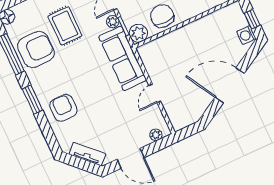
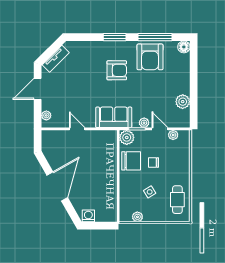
window: (252, 19) -> (98, 226), removed
rug: (65, 26) -> (157, 86), removed
sofa: (123, 58) -> (114, 117), width x0.73
armchair: (63, 108) -> (117, 70), moved

